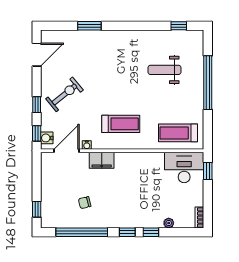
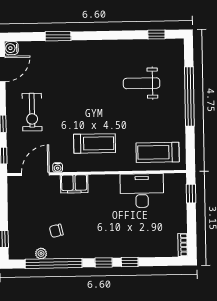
exercise bike: (64, 94) -> (32, 112), turned 129
water cooler: (47, 138) -> (11, 48), moved
desk: (184, 167) -> (142, 191), moved
plant: (169, 223) -> (41, 253), moved

